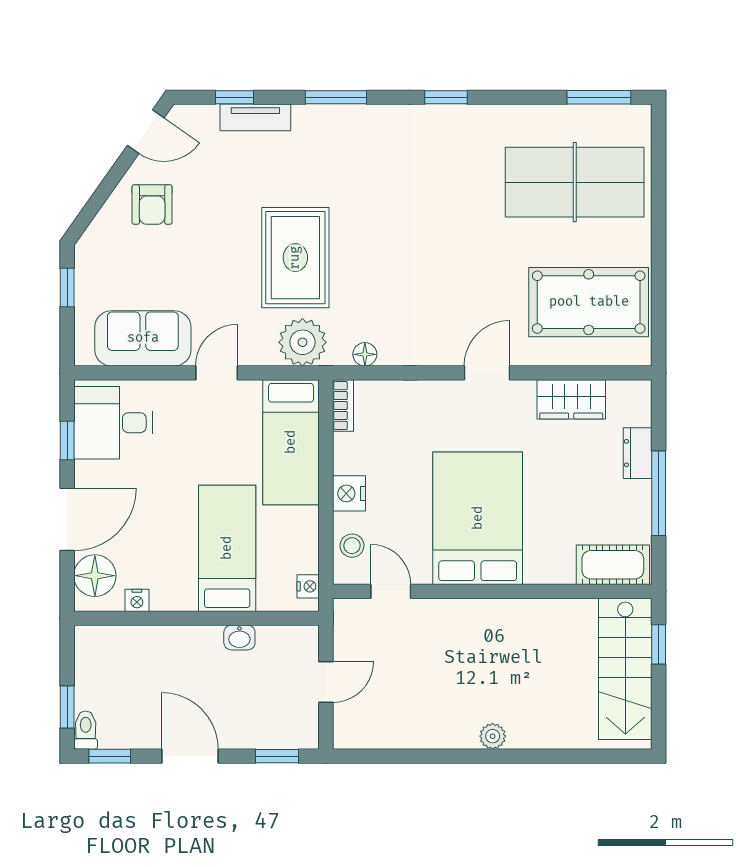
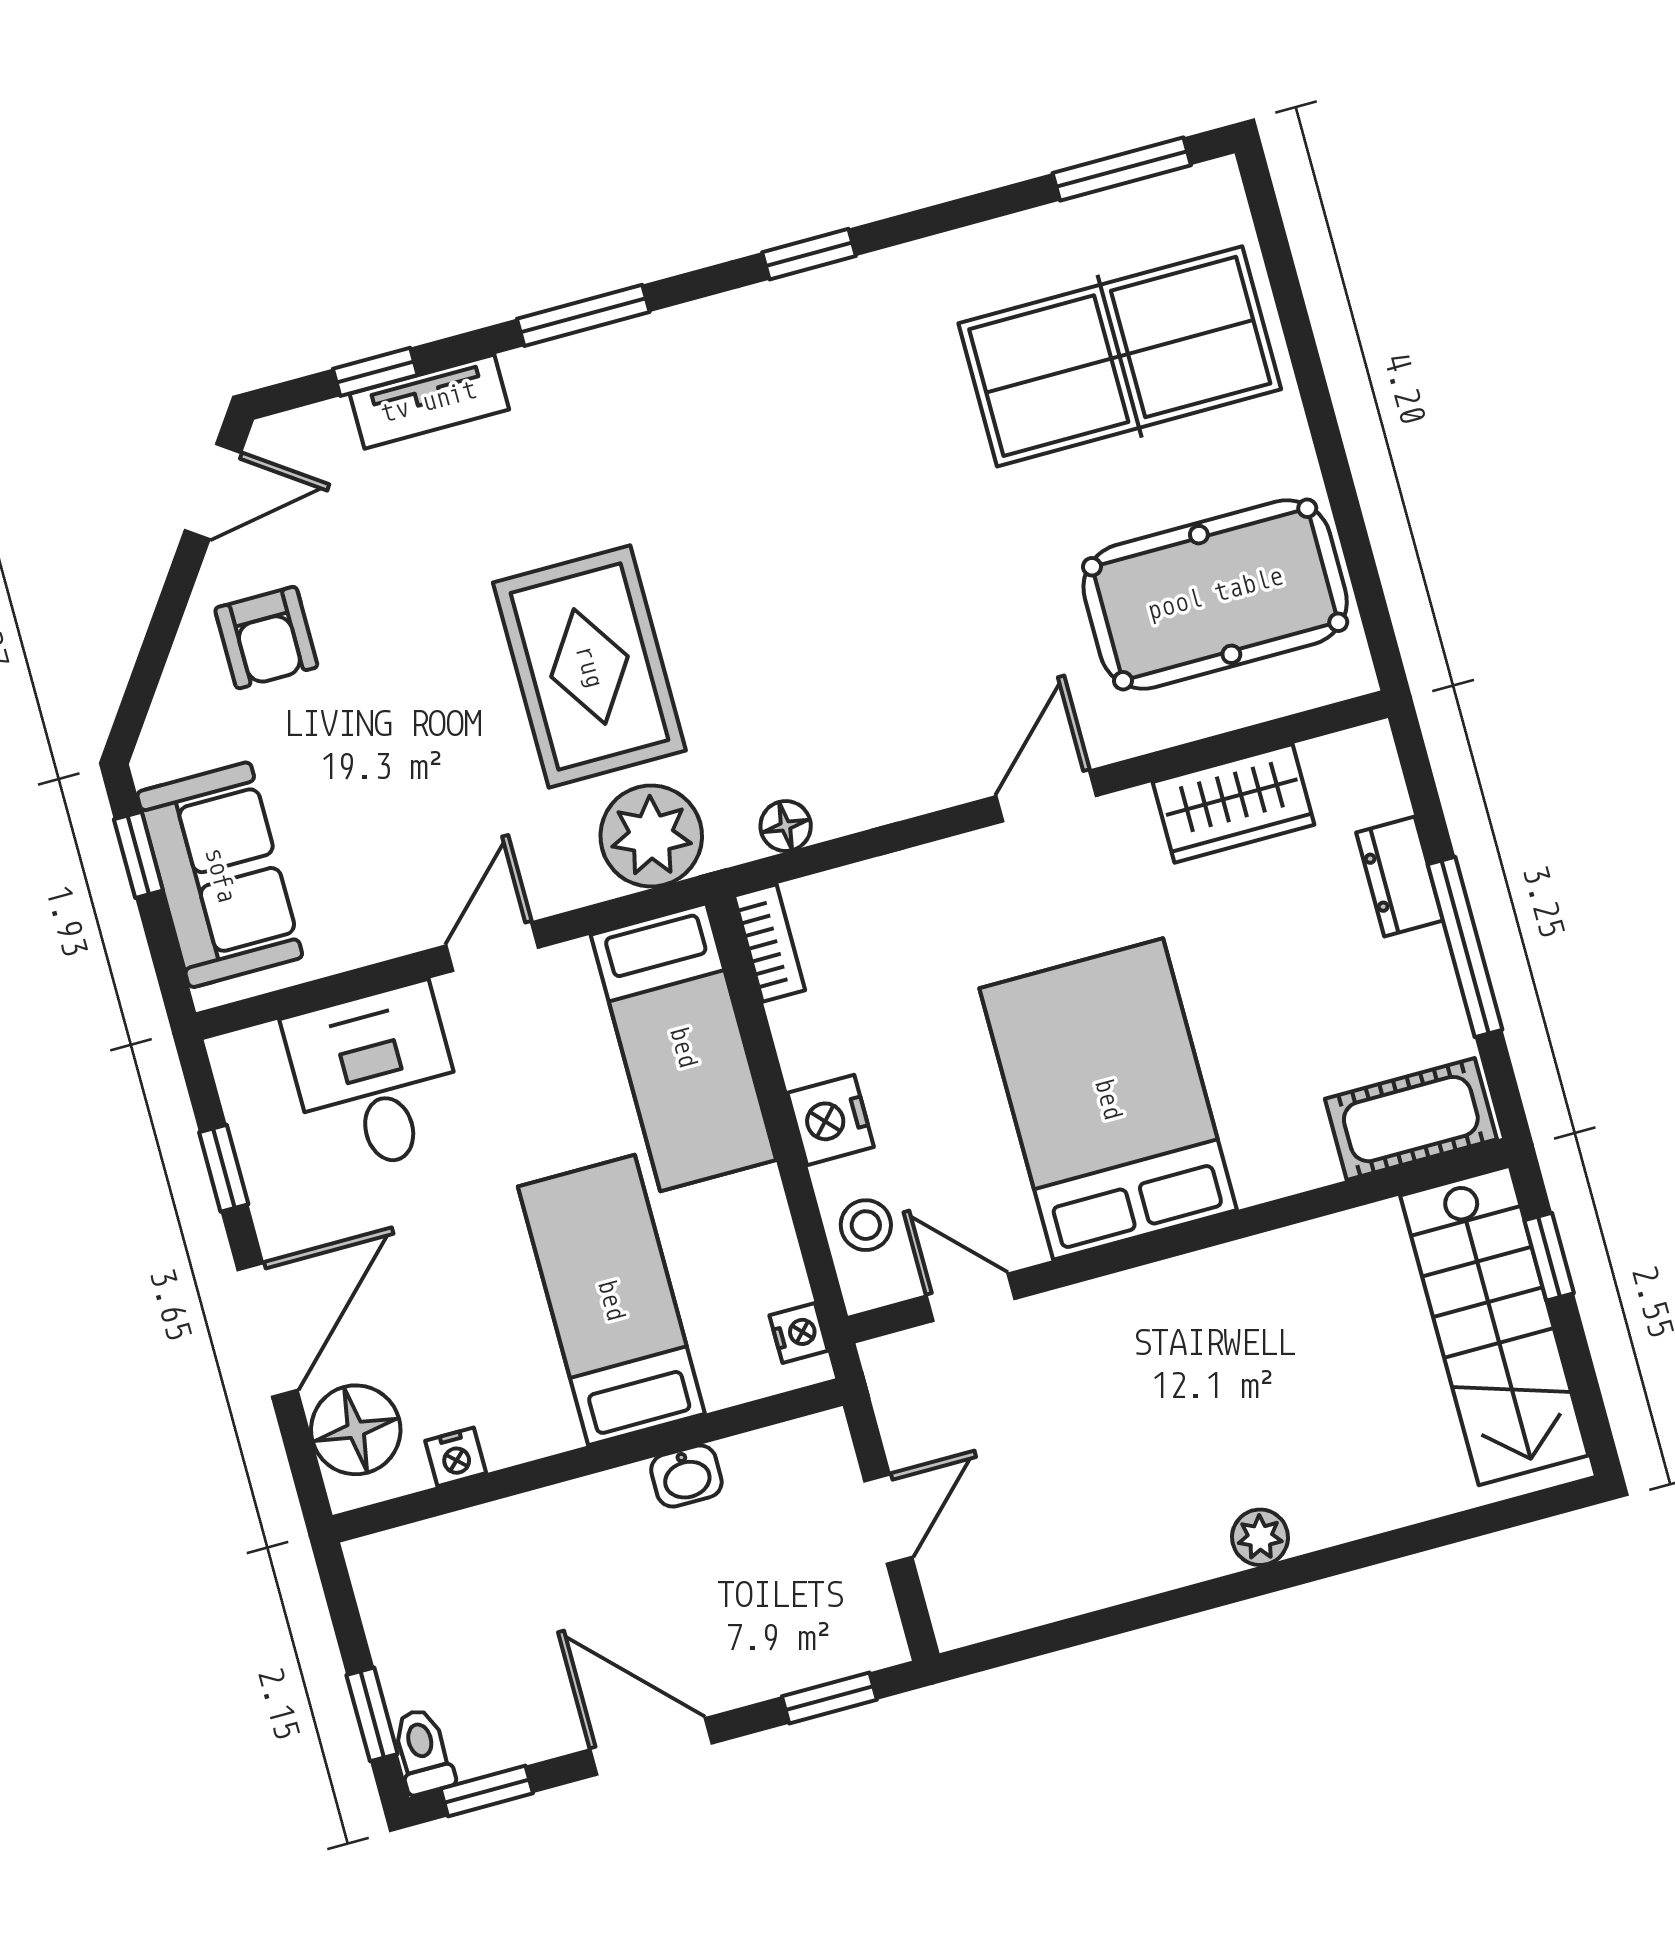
sofa: (143, 338) -> (220, 875), moved, turned 90
desk: (113, 423) -> (376, 1079), moved, turned 90

